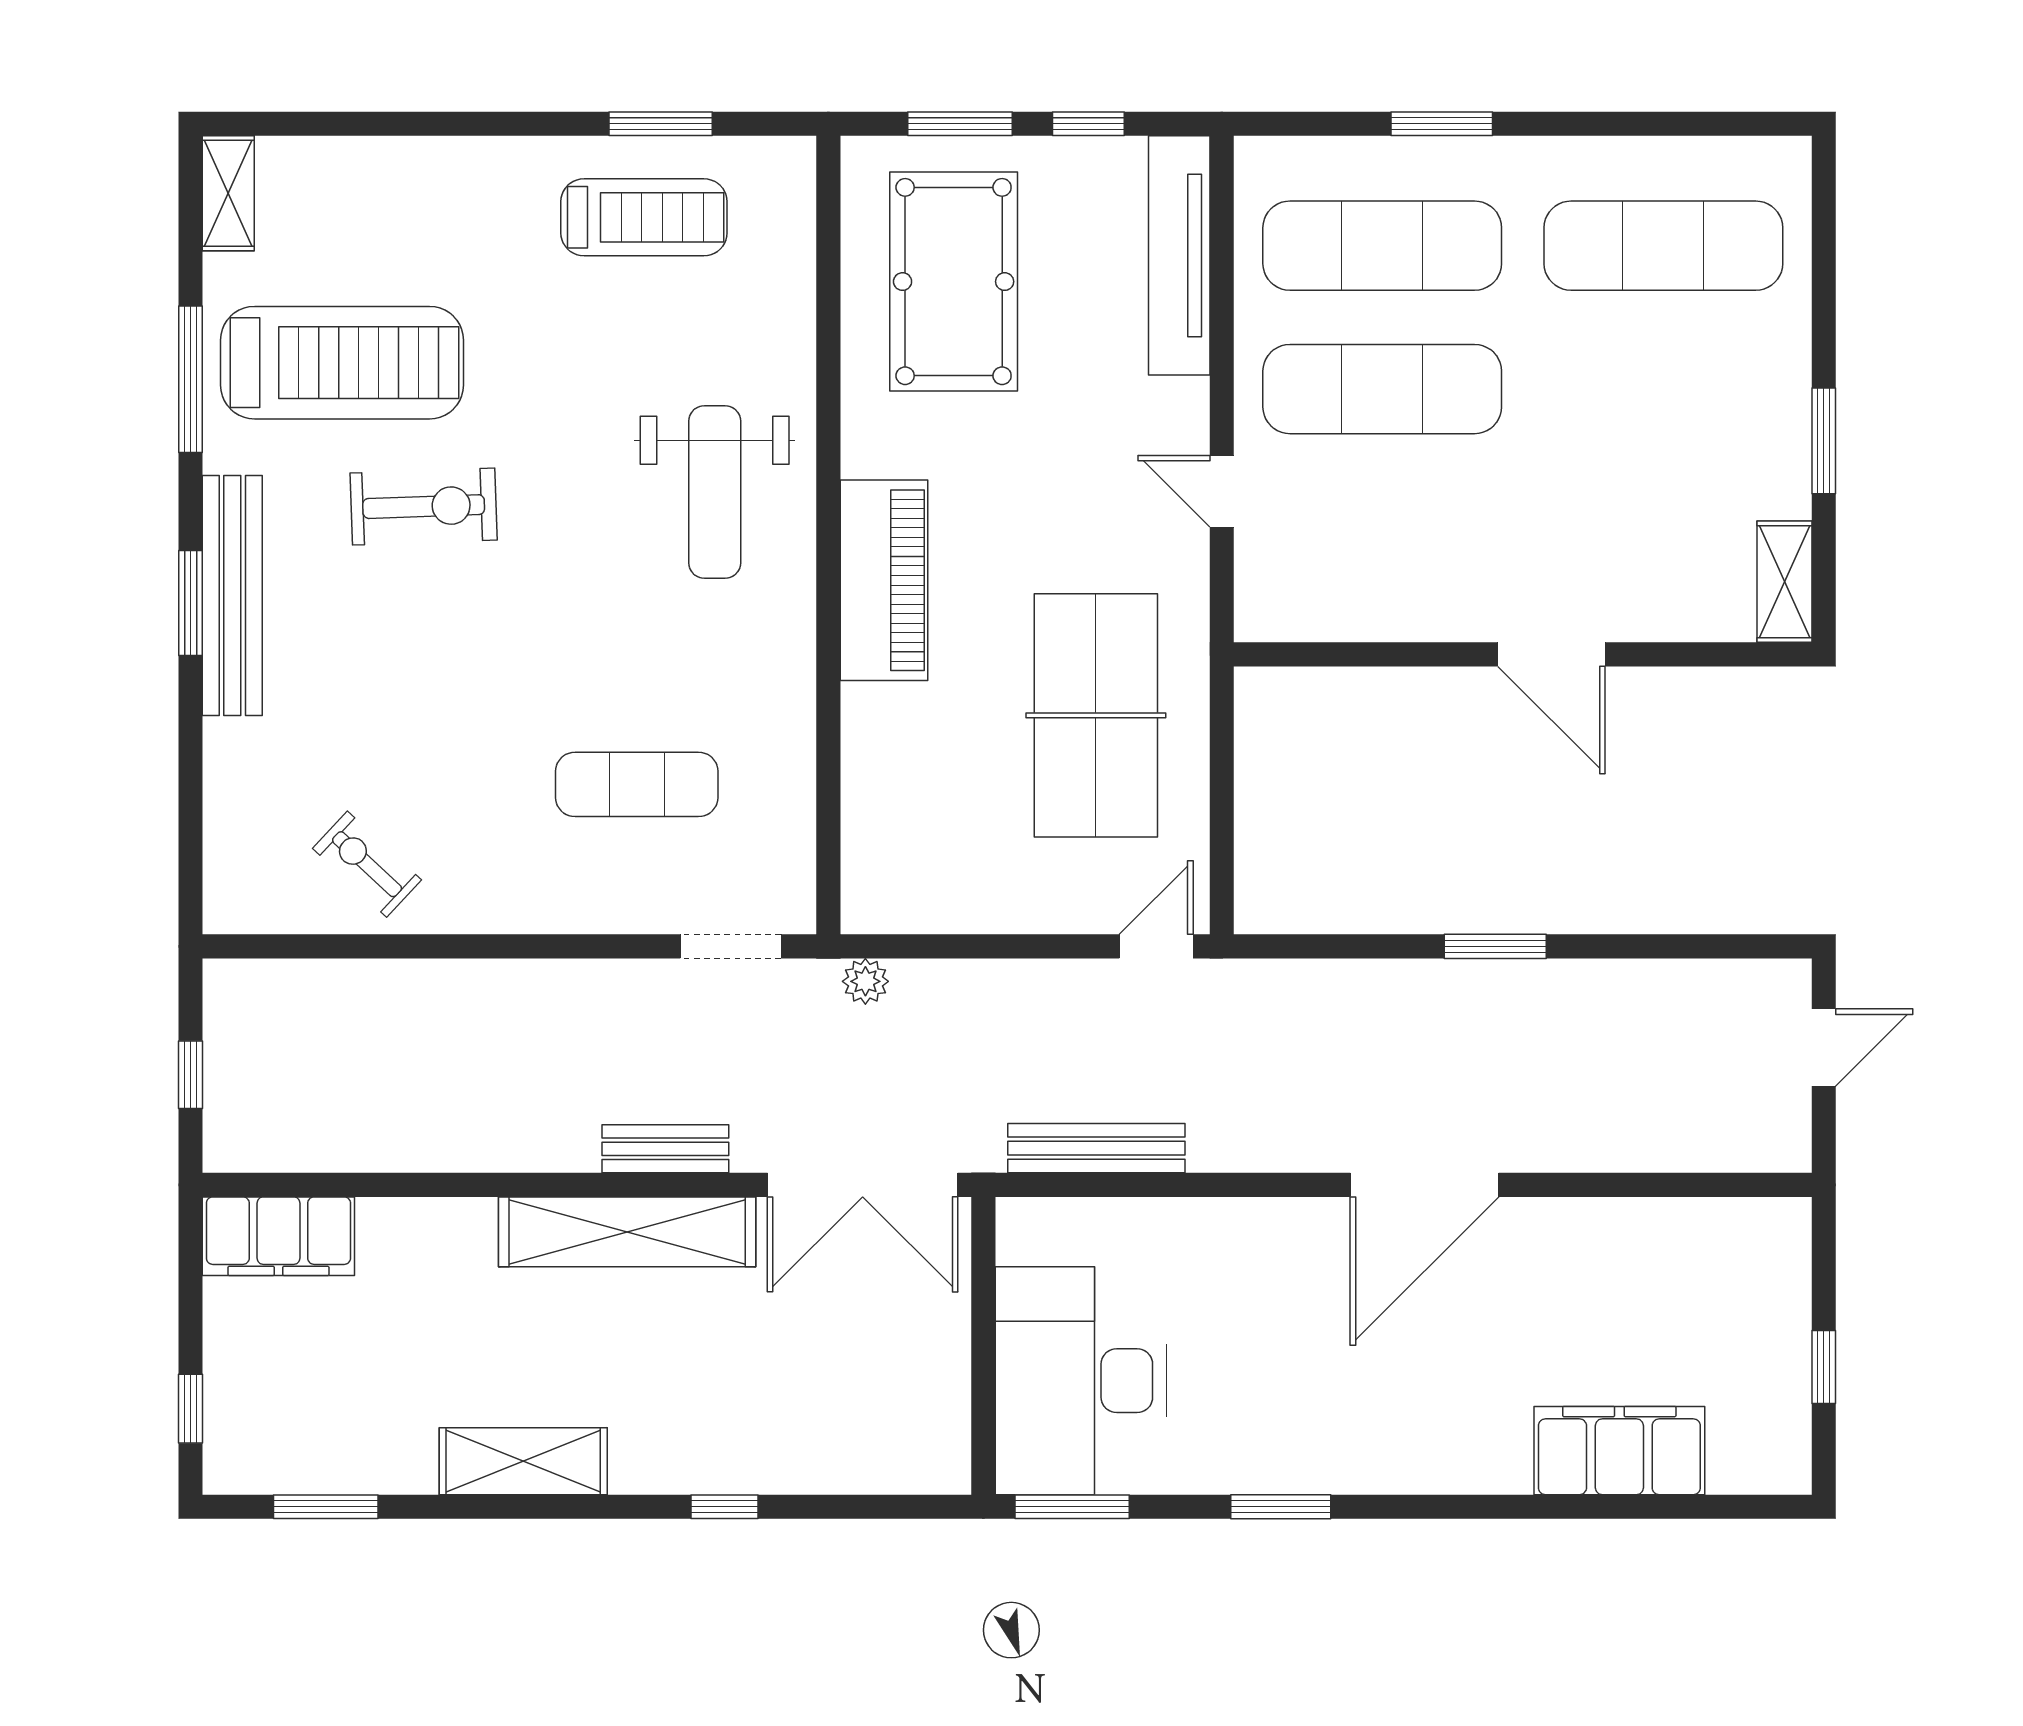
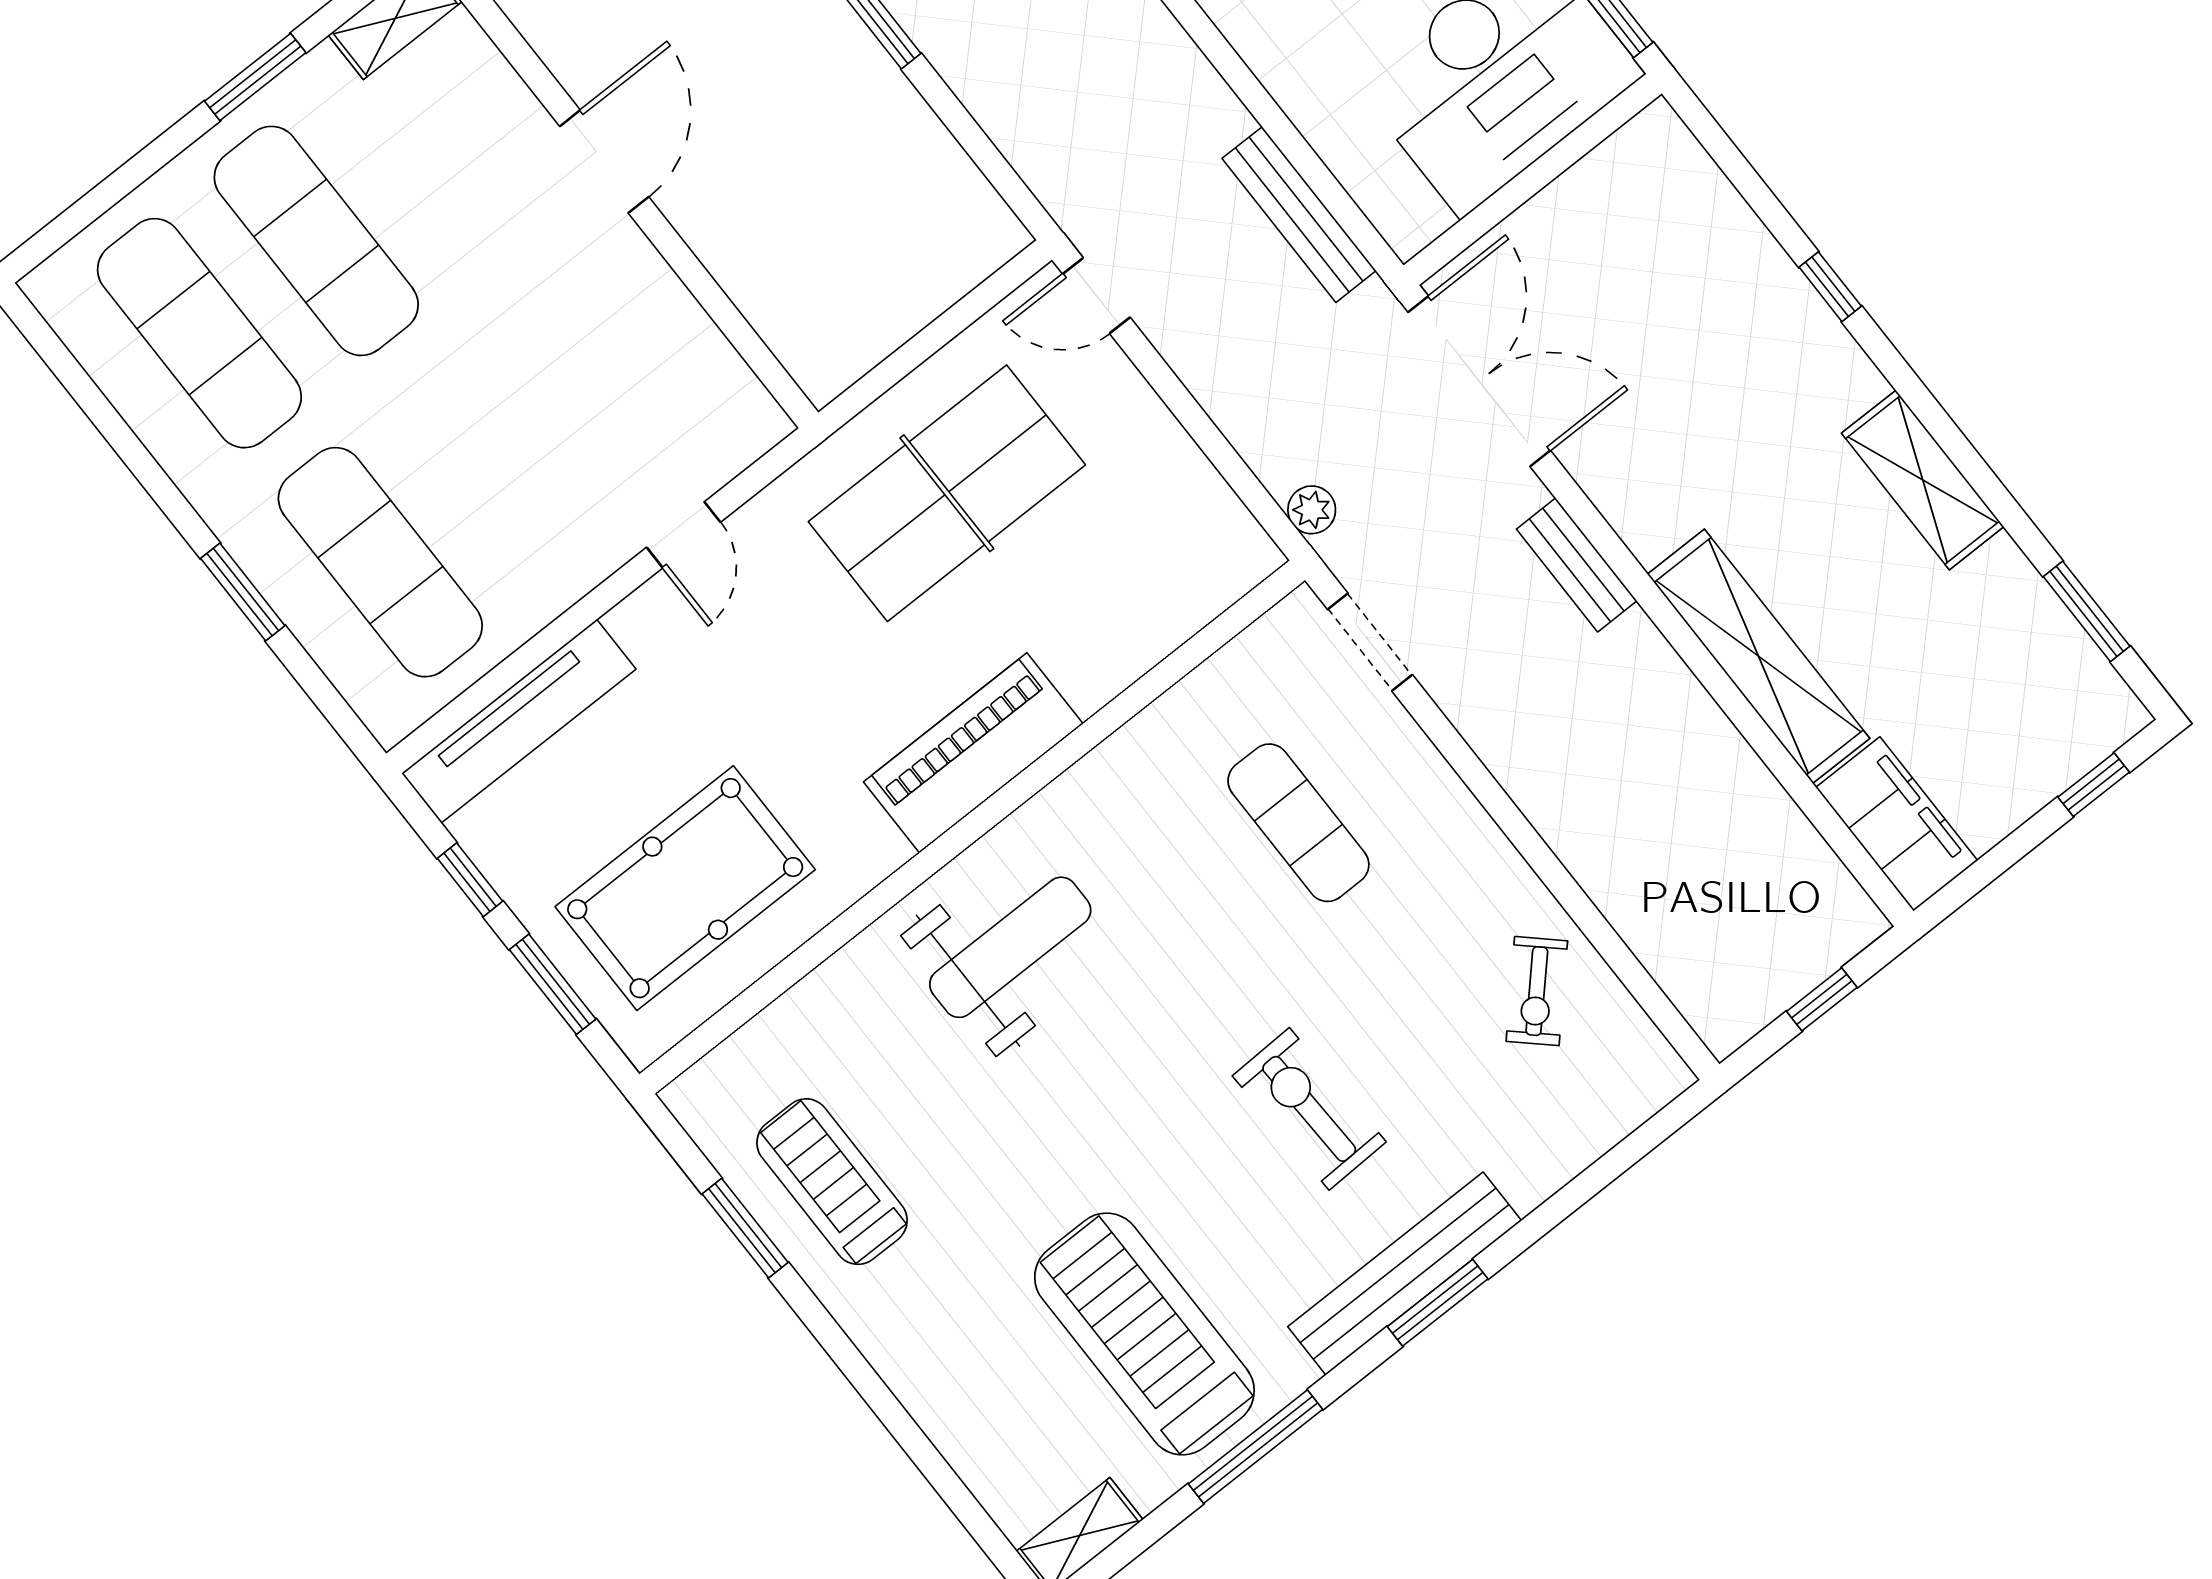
exercise mat: (1382, 389) -> (316, 241), moved
exercise bike: (424, 507) -> (1309, 1109), moved
shelving: (627, 1232) -> (1759, 656), moved

